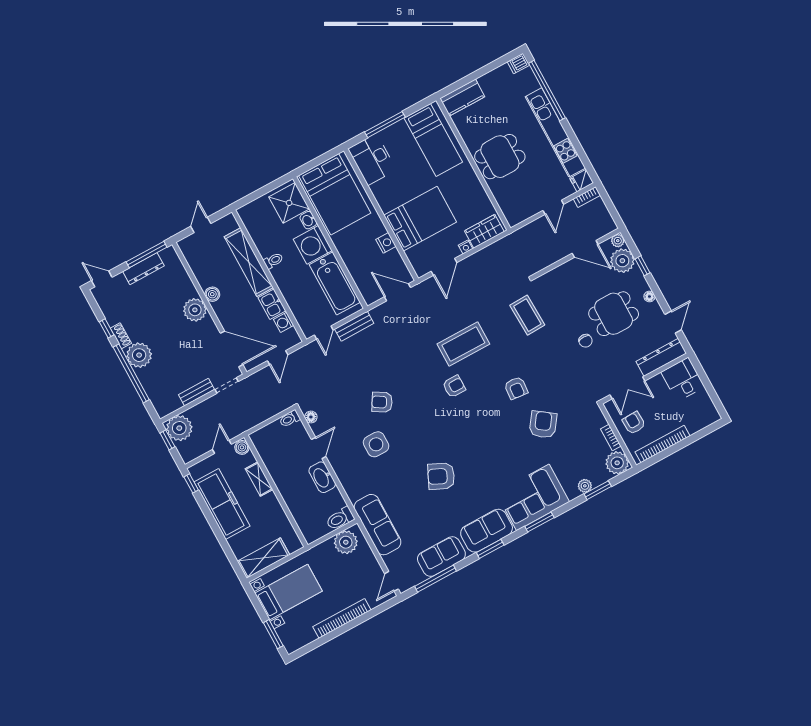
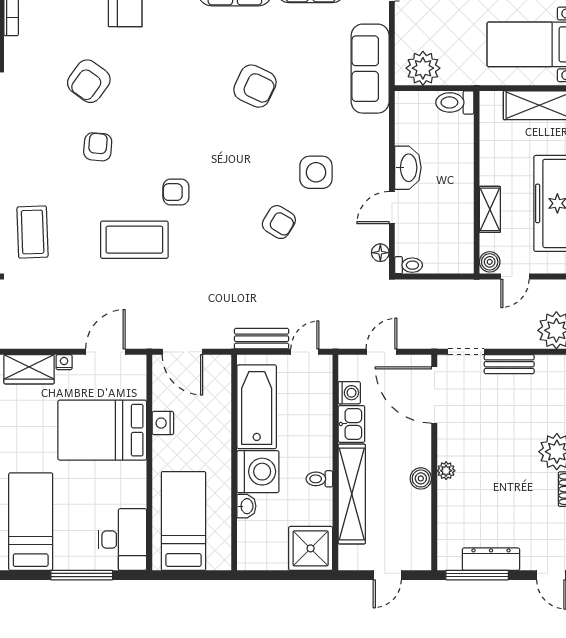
bed: (335, 194) -> (183, 521), width x0.67
shower: (289, 203) -> (311, 548), moved
plant: (195, 310) -> (446, 471), width x0.53, depth x0.53
toilet: (340, 519) -> (455, 102), moved, turned 180

